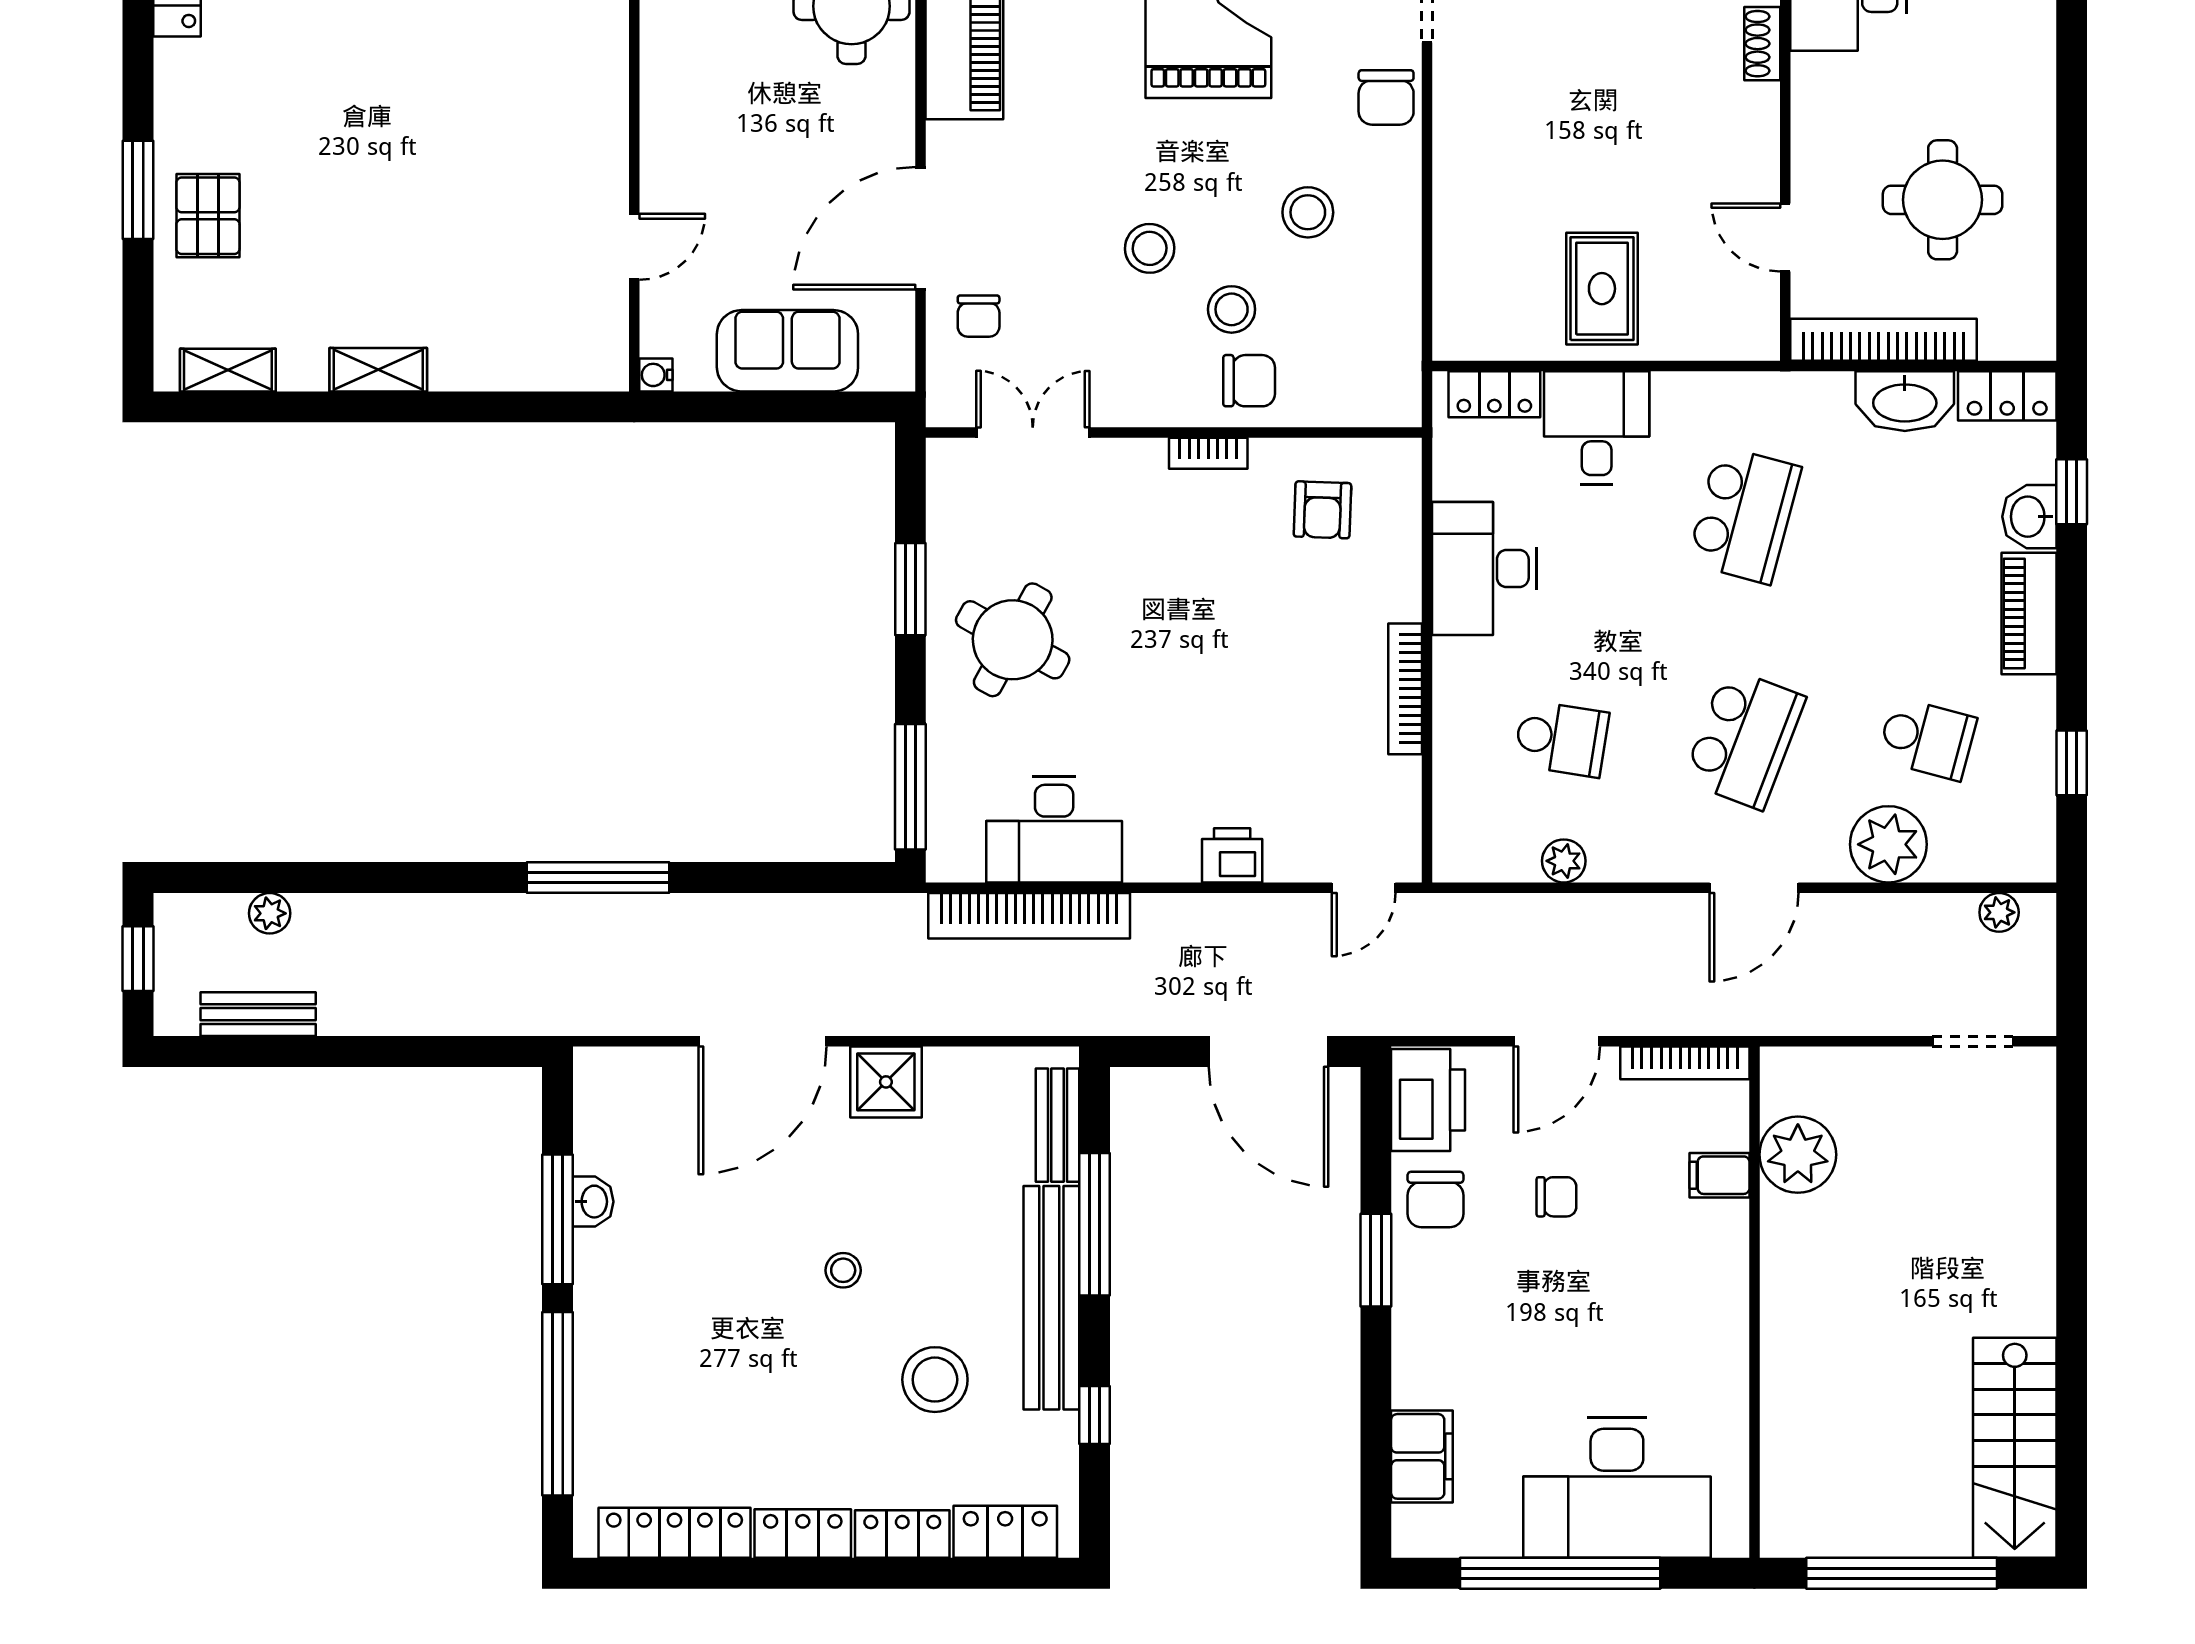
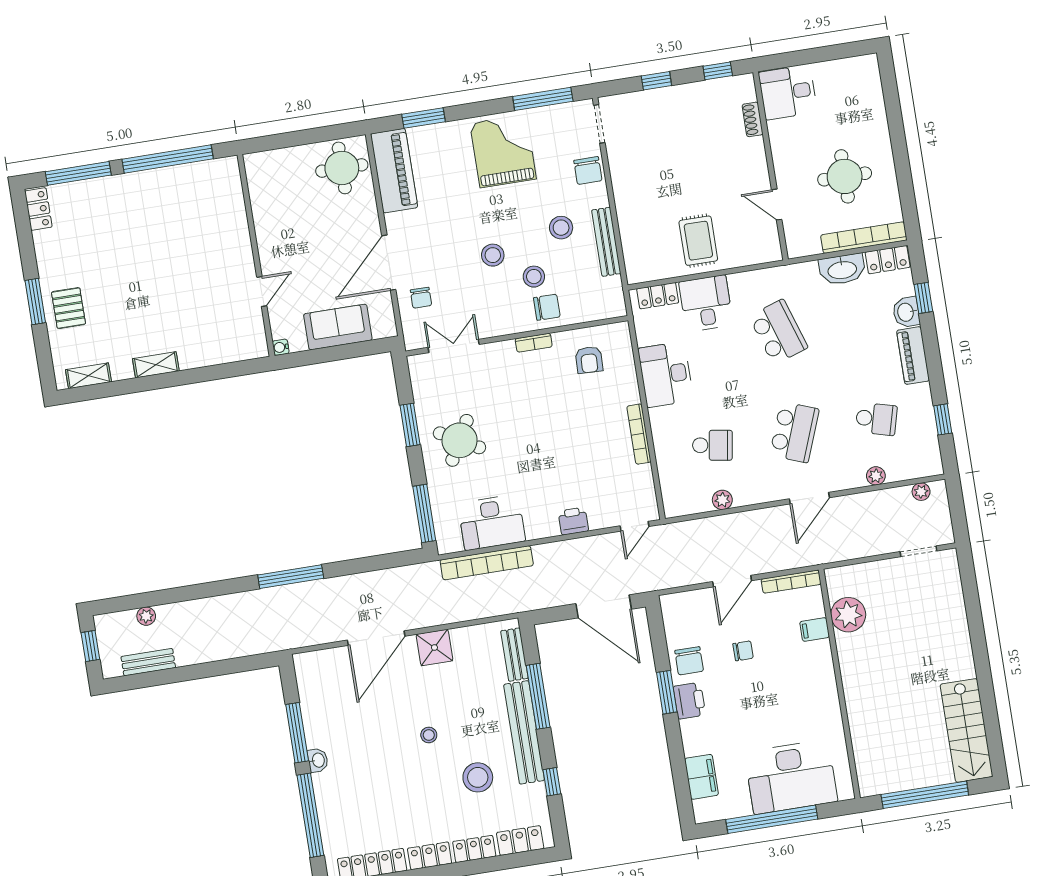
bench: (1401, 259) -> (606, 242), added
bookcase: (1883, 340) -> (864, 238), moved
school desk: (1744, 515) -> (778, 332), turned -33
plant: (1888, 844) -> (876, 476), width x0.53, depth x0.53
printer: (1428, 1100) -> (689, 701), moved, width x0.73, depth x0.84
washbasin: (593, 1202) -> (318, 760), moved

